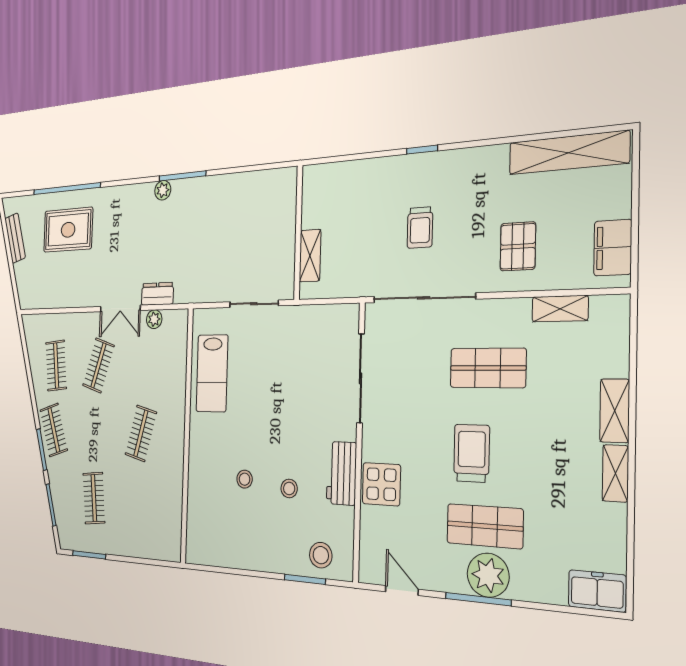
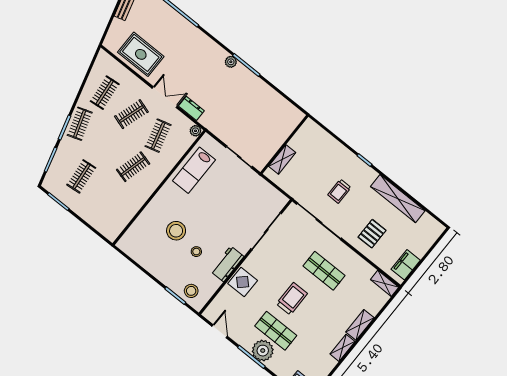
shelving: (568, 153) -> (398, 199), moved
rug: (68, 230) -> (141, 54), moved
double door: (120, 309) -> (165, 97), swing flipped
shelving: (560, 309) -> (385, 283), moved
plant: (154, 319) -> (195, 131), moved
clothes rail: (143, 365) -> (158, 136), added
stool: (245, 479) -> (176, 231), width x1.89, depth x1.89

